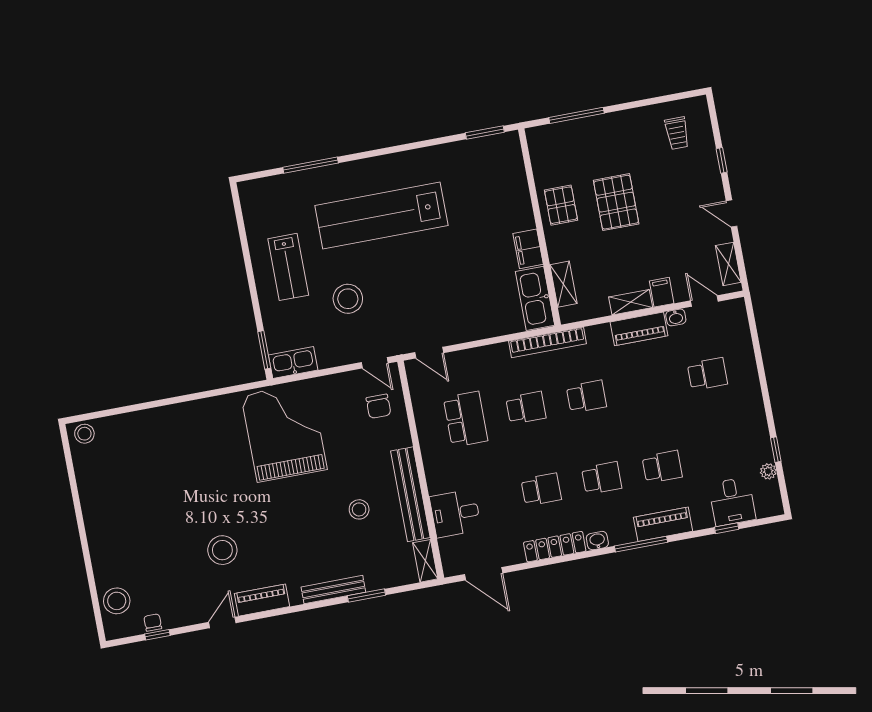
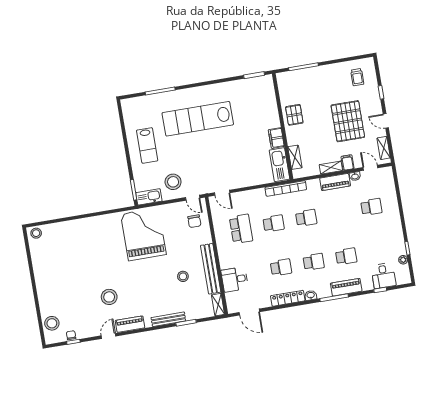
pallet: (616, 202) -> (348, 121), moved, width x1.37, depth x1.41
stool: (348, 299) -> (173, 182), moved

